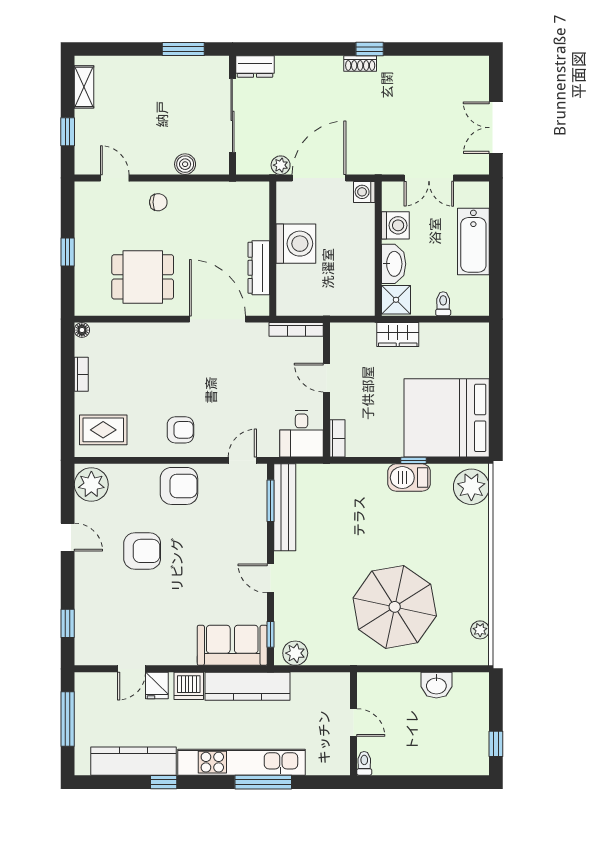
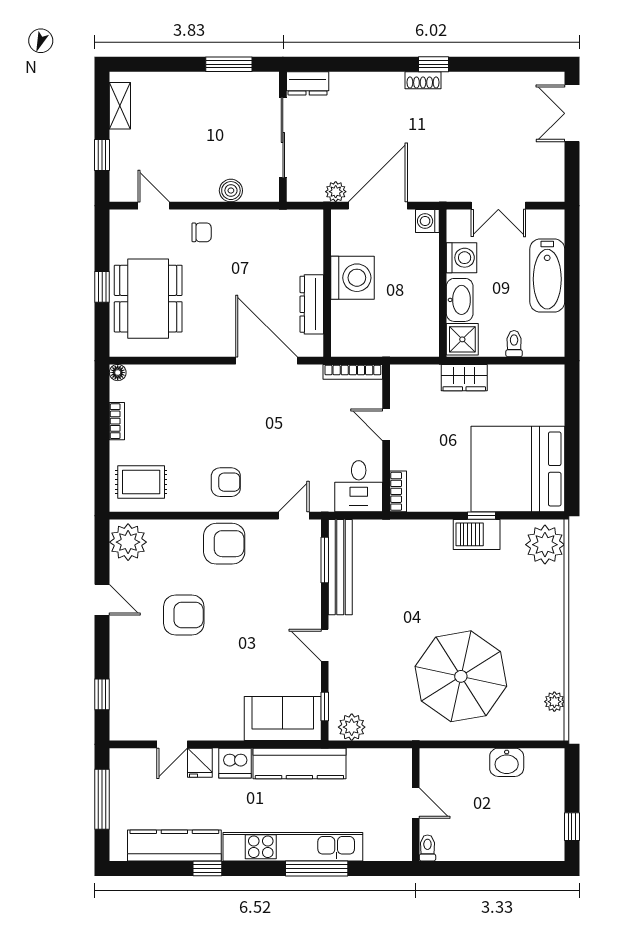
double door: (496, 128) -> (572, 113), moved
dining table: (143, 277) -> (148, 299), moved, width x1.38

